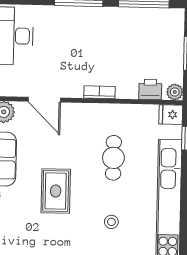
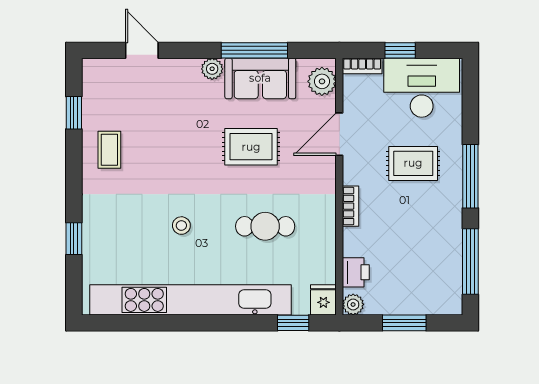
rug: (68, 44) -> (413, 163), added
rug: (56, 191) -> (251, 147), moved

